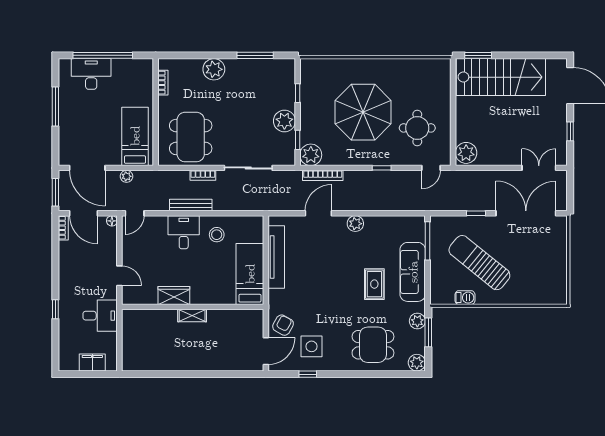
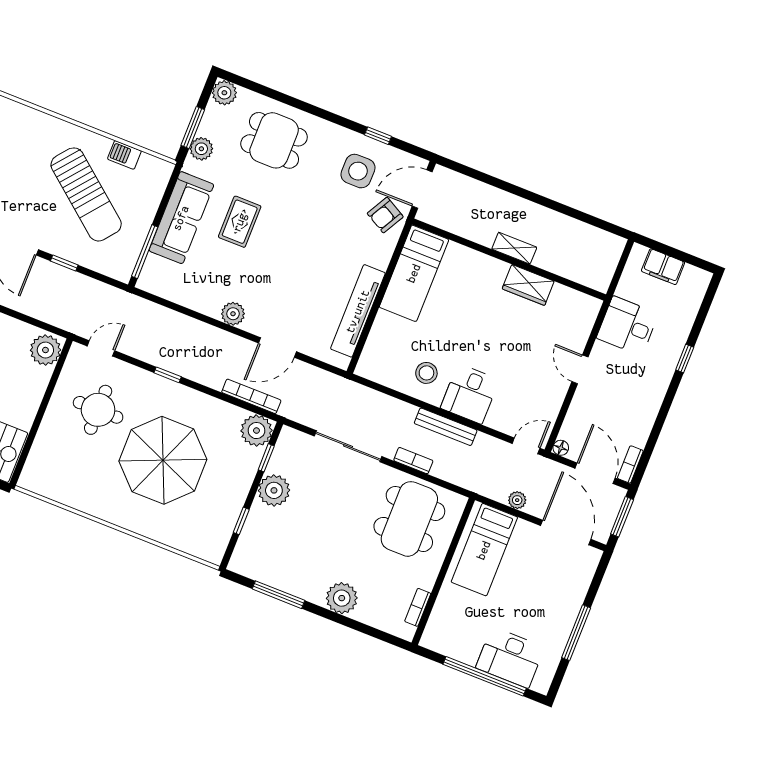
bed: (250, 274) -> (414, 273), moved
wardrobe: (174, 295) -> (528, 285), moved
wall: (193, 307) -> (509, 260), moved
shelving: (192, 316) -> (514, 248), moved

